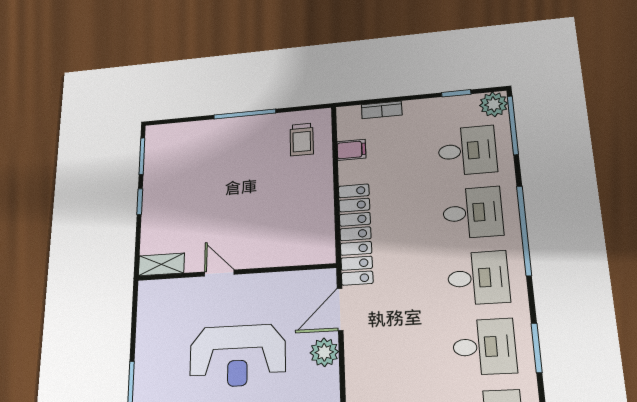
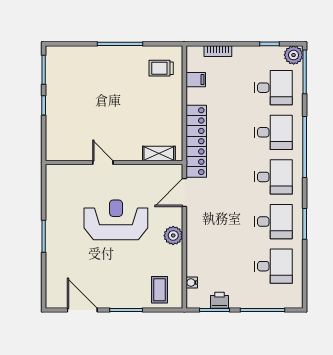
trolley: (302, 139) -> (161, 68), turned 90
shelving: (161, 264) -> (159, 154), moved
plant: (324, 352) -> (173, 235), moved
reception desk: (237, 356) -> (116, 220), turned 180

